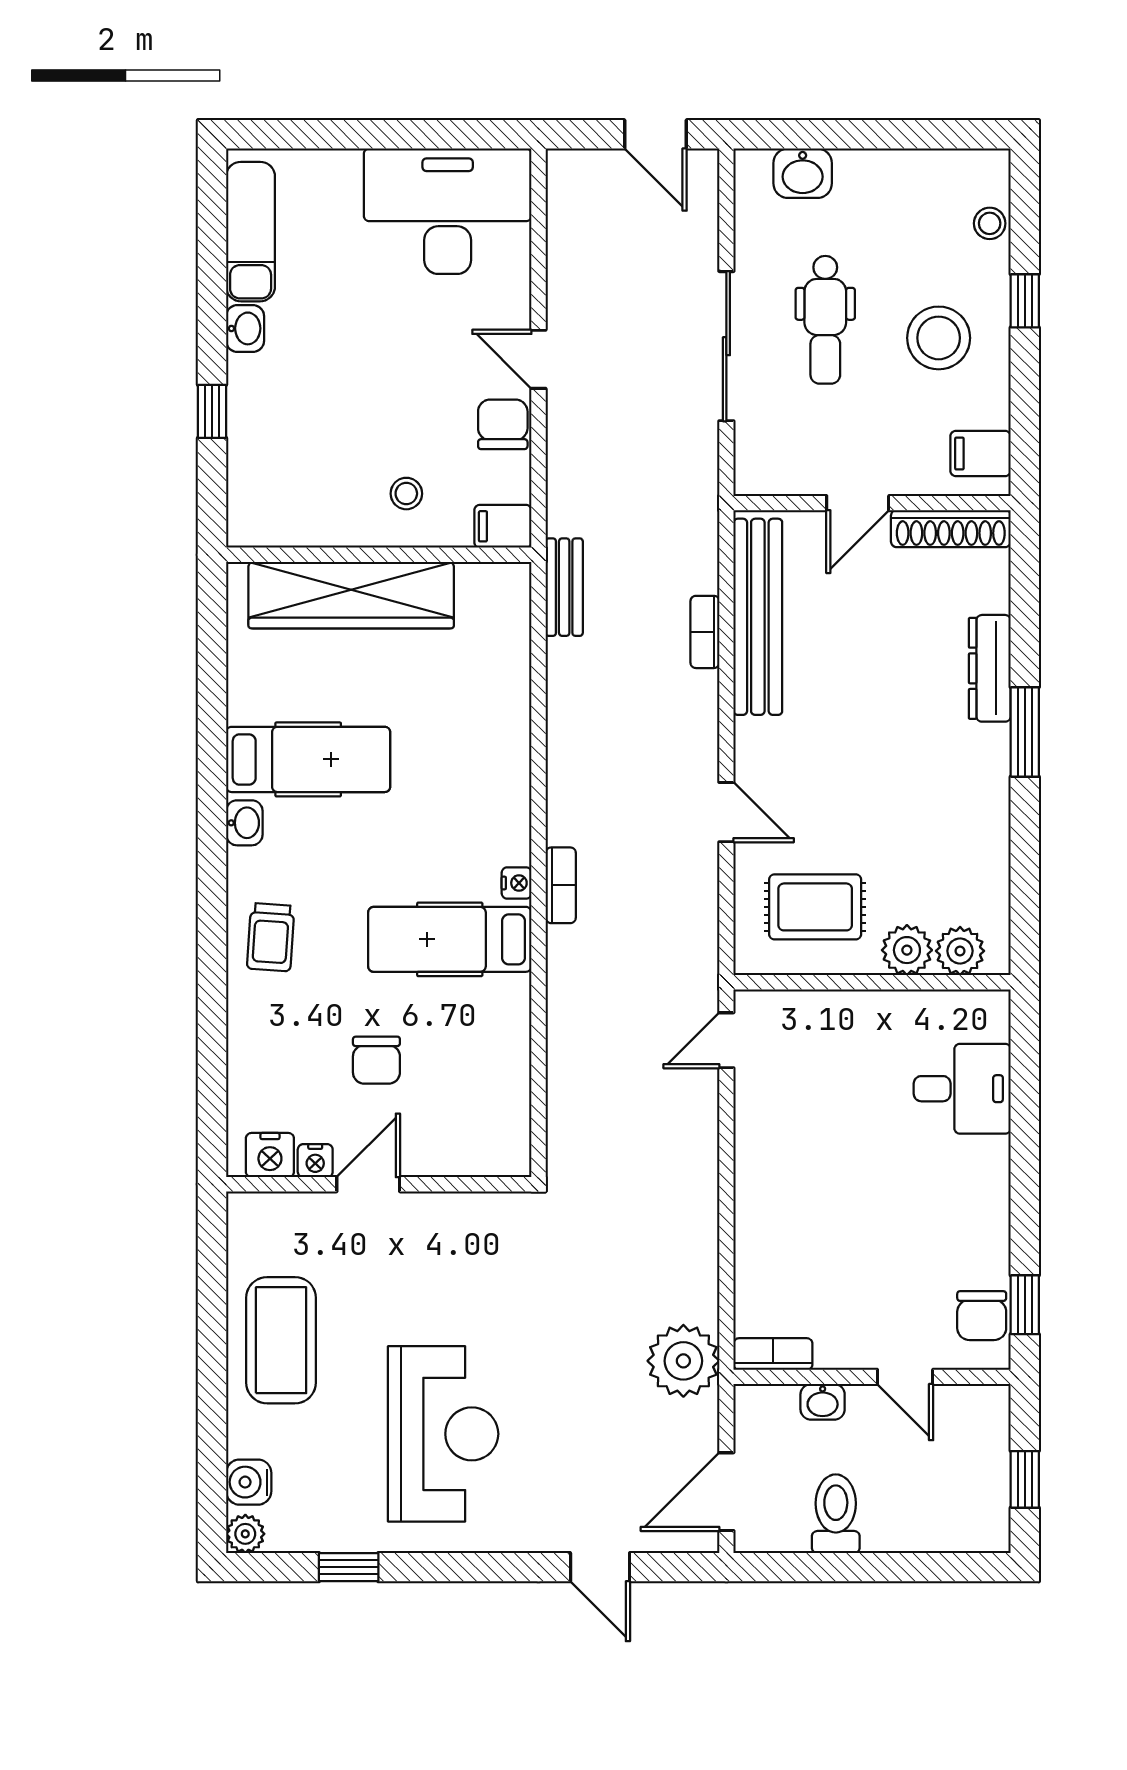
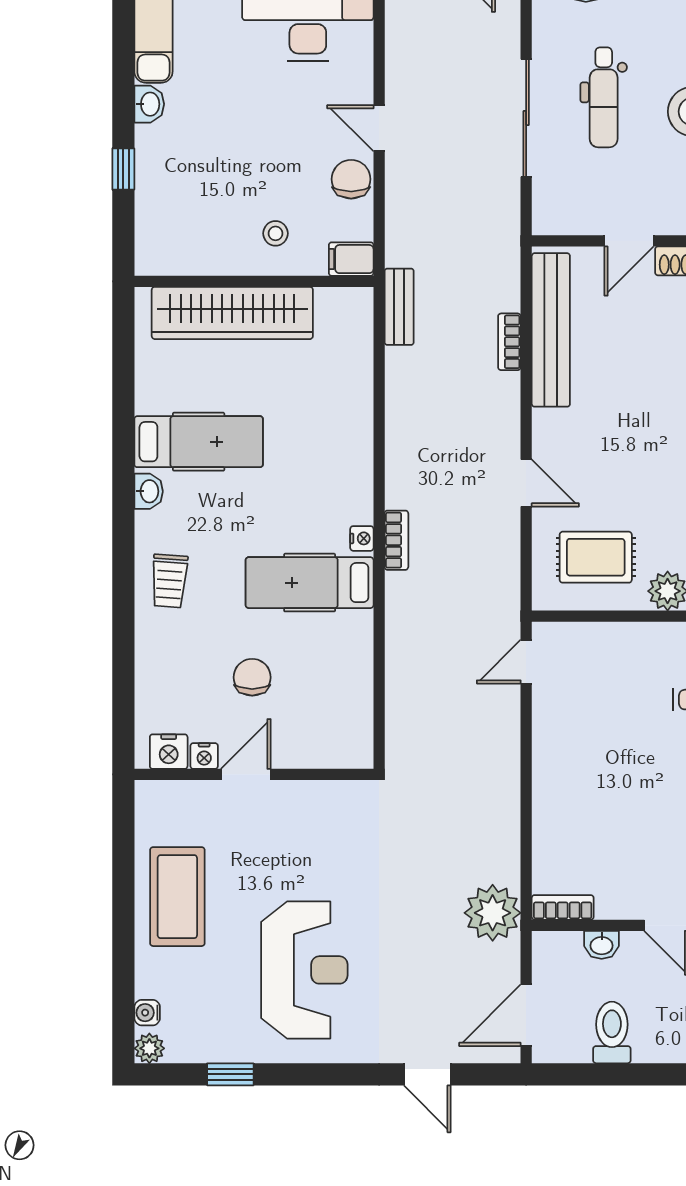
chair: (376, 1060) -> (252, 677), turned 180
water cooler: (249, 1482) -> (147, 1013), width x0.72, depth x0.72

